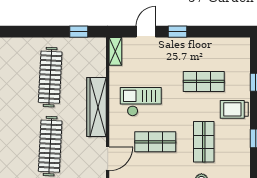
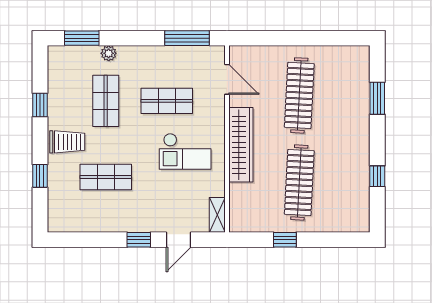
window: (79, 32) -> (285, 240), moved
door: (108, 159) -> (227, 79), swing flipped

